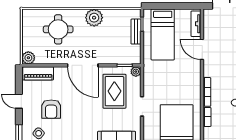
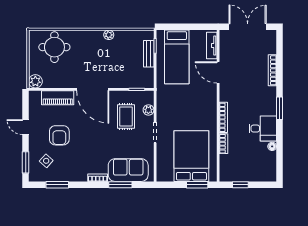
plant: (94, 18) -> (109, 35), width x0.53, depth x0.53
round table: (58, 29) -> (54, 47), moved
plant: (136, 72) -> (148, 110), moved
piano: (38, 73) -> (58, 98), moved
rug: (114, 91) -> (126, 117), width x0.73, depth x0.70

